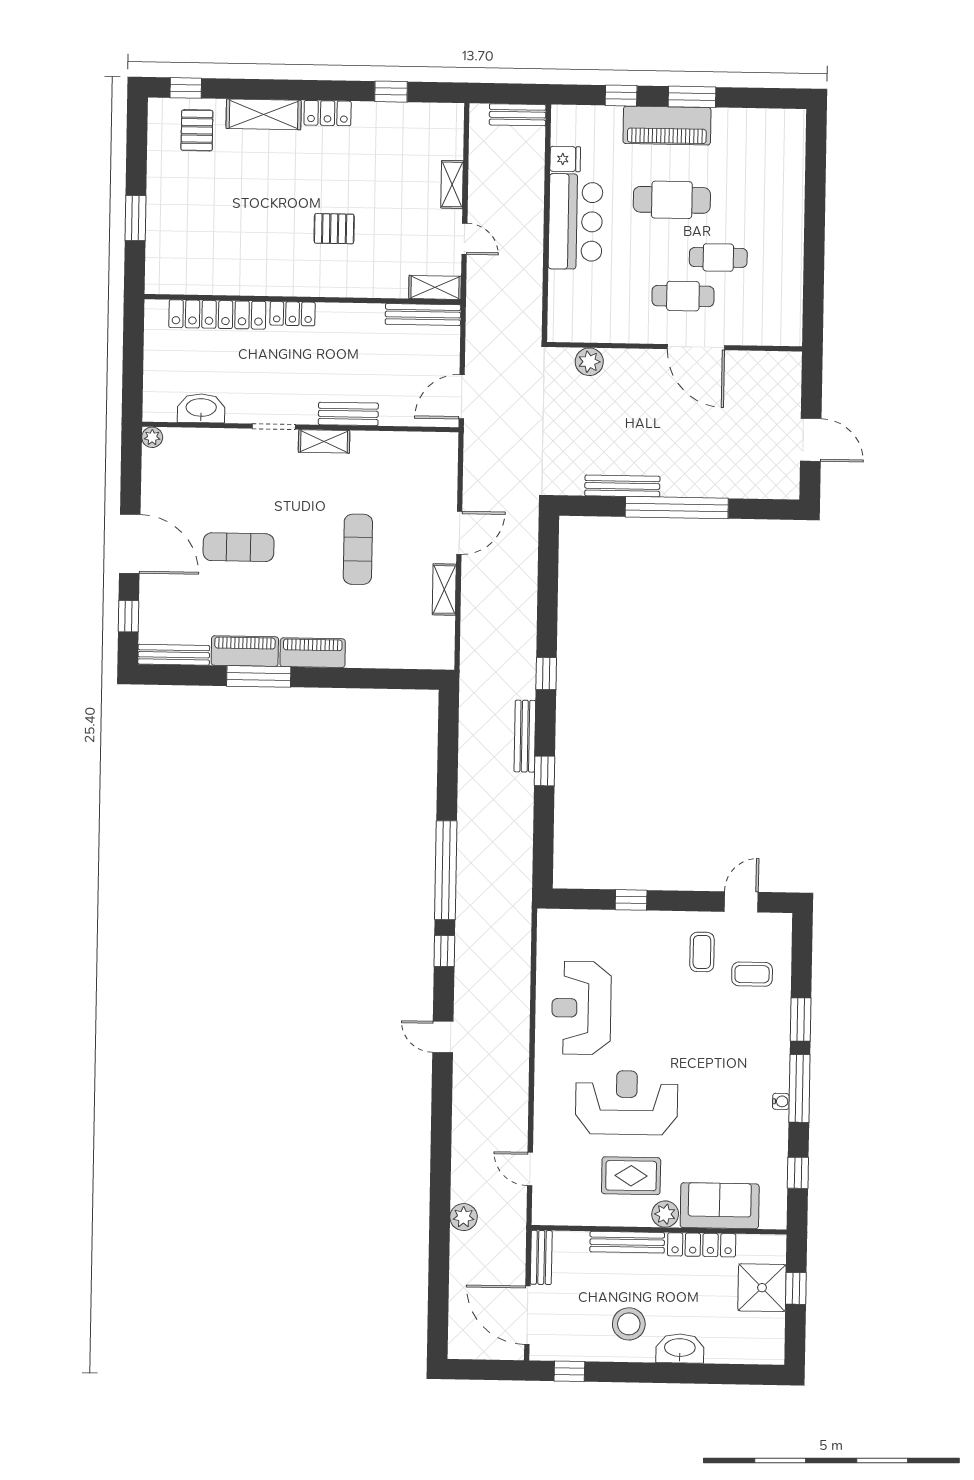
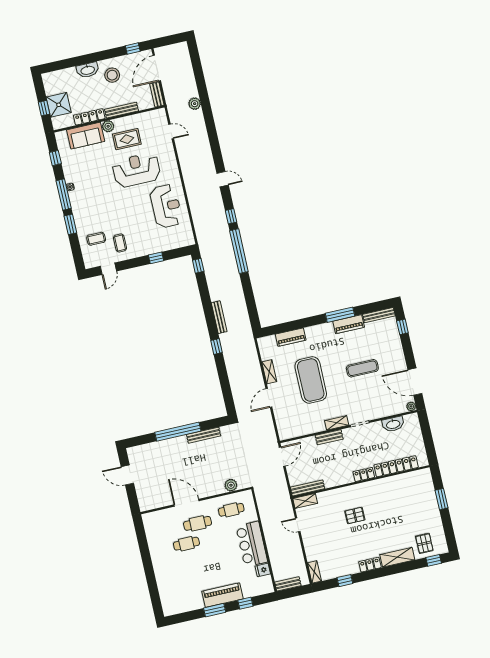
shelving: (452, 184) -> (314, 572), moved
cafe table: (672, 200) -> (231, 510), moved, width x0.73, depth x0.74
door: (130, 544) -> (415, 382), moved
exercise mat: (358, 549) -> (311, 380), width x2.00, depth x1.45
piano: (313, 653) -> (291, 337), moved
window: (545, 771) -> (198, 266), moved
reception desk: (627, 1103) -> (137, 170), turned 180
door: (527, 1315) -> (157, 68), swing flipped

